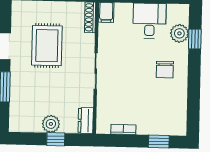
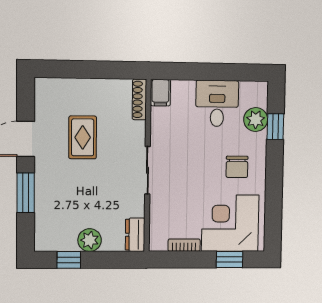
rug: (47, 46) -> (83, 137), width x0.73, depth x0.70
corner desk: (159, 113) -> (230, 223), added
window: (56, 139) -> (69, 260), moved

